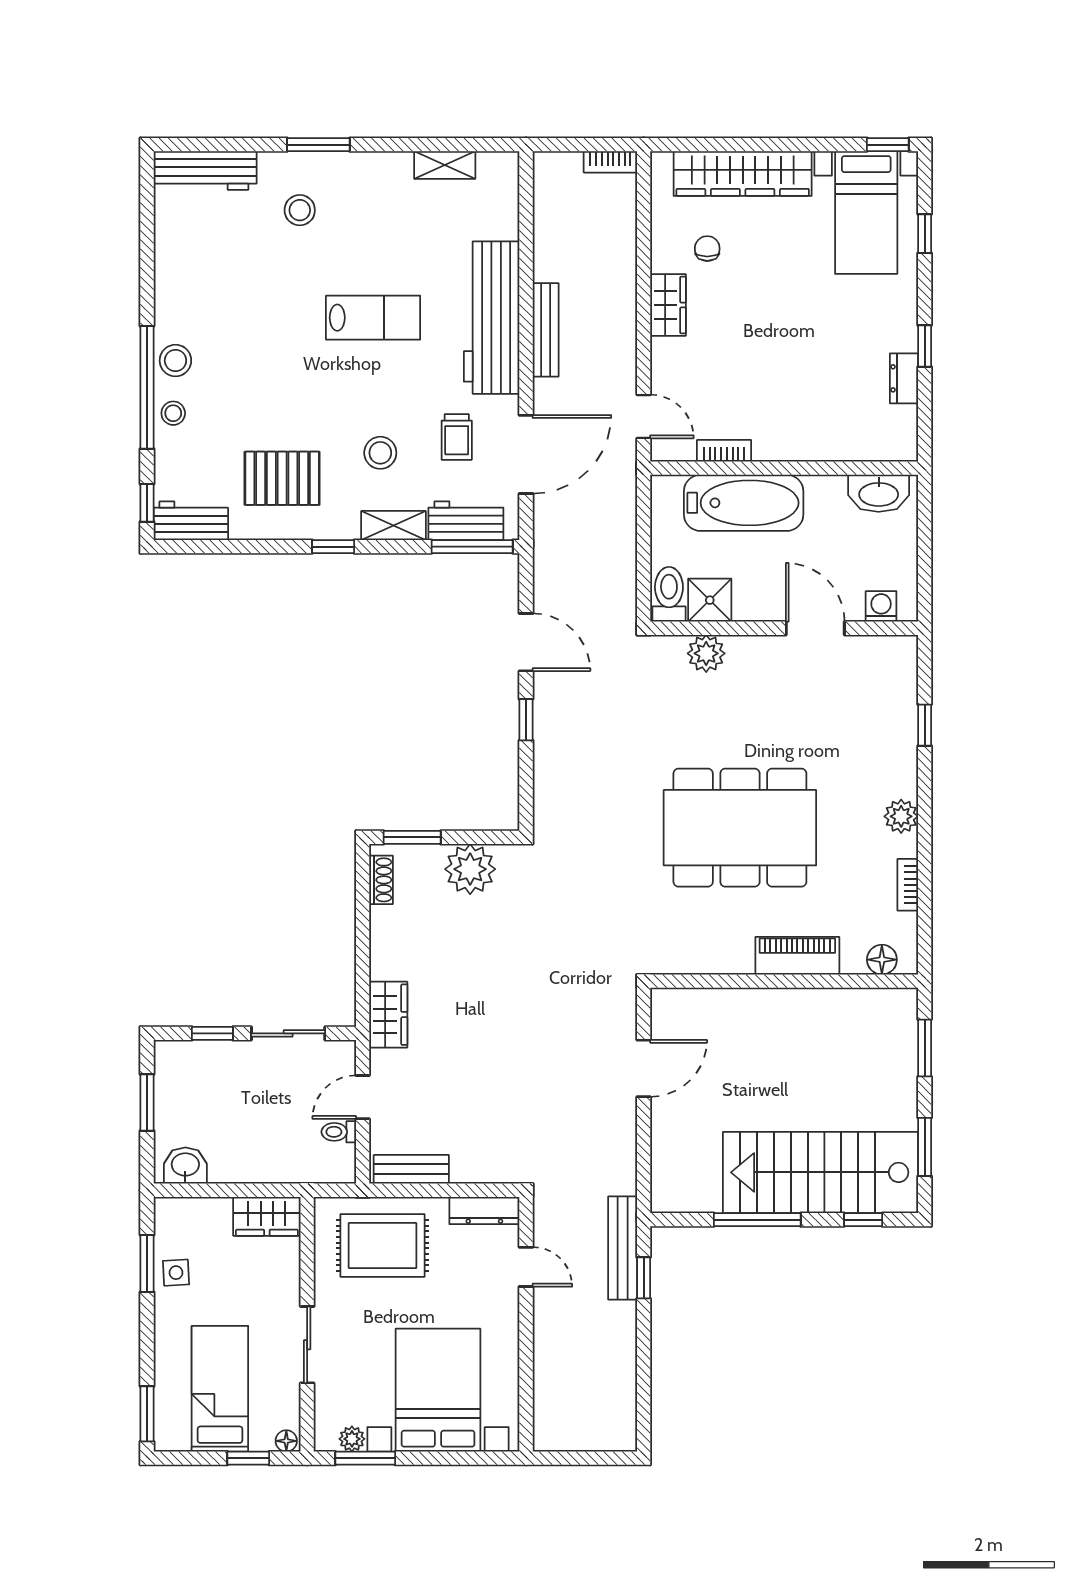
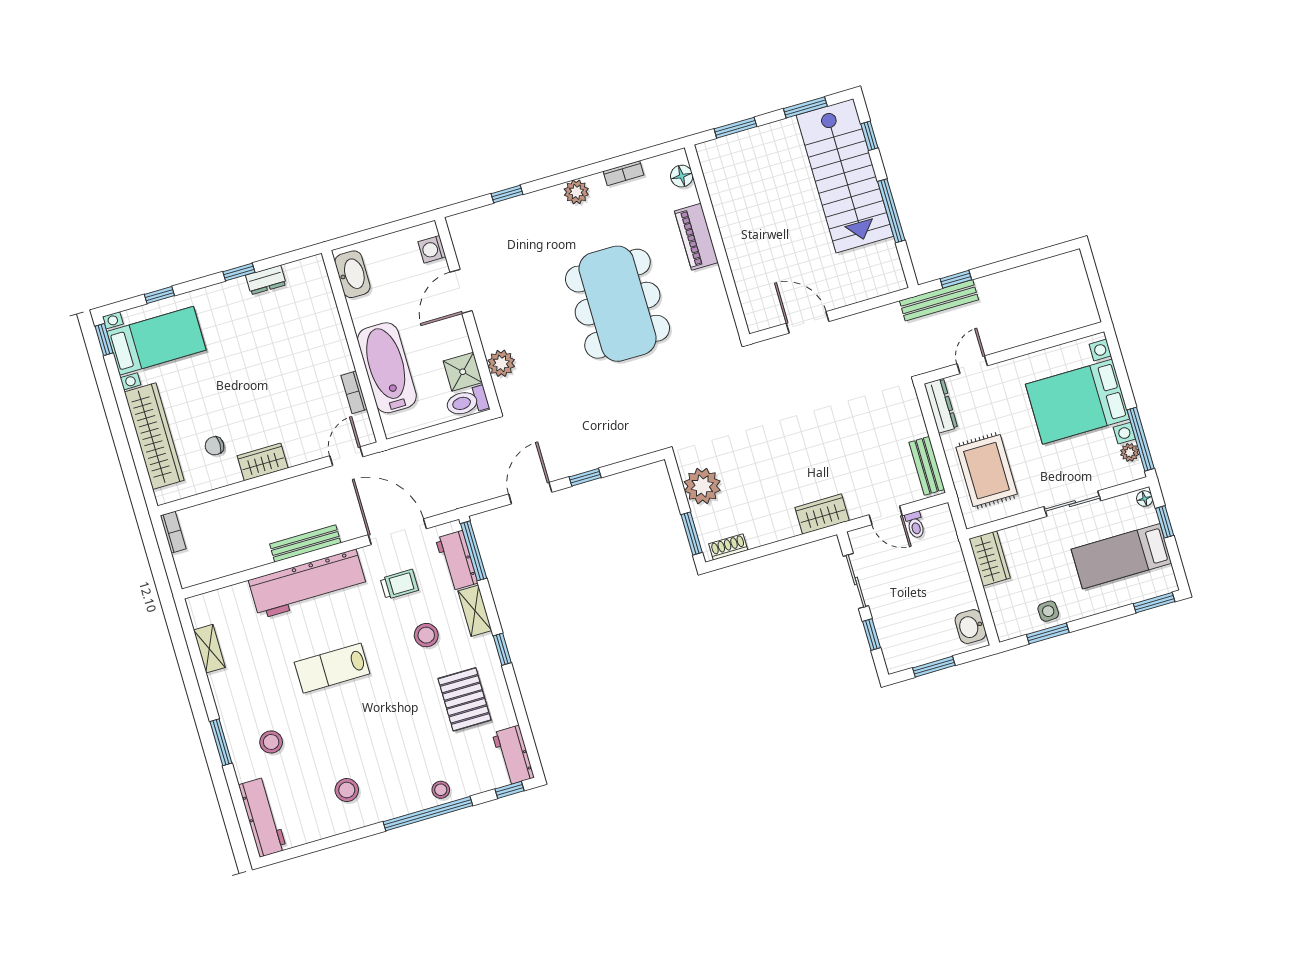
lab bench: (373, 318) -> (332, 668), turned -90
stool: (175, 361) -> (347, 790), moved
window: (365, 1458) -> (1141, 439), width x1.44

